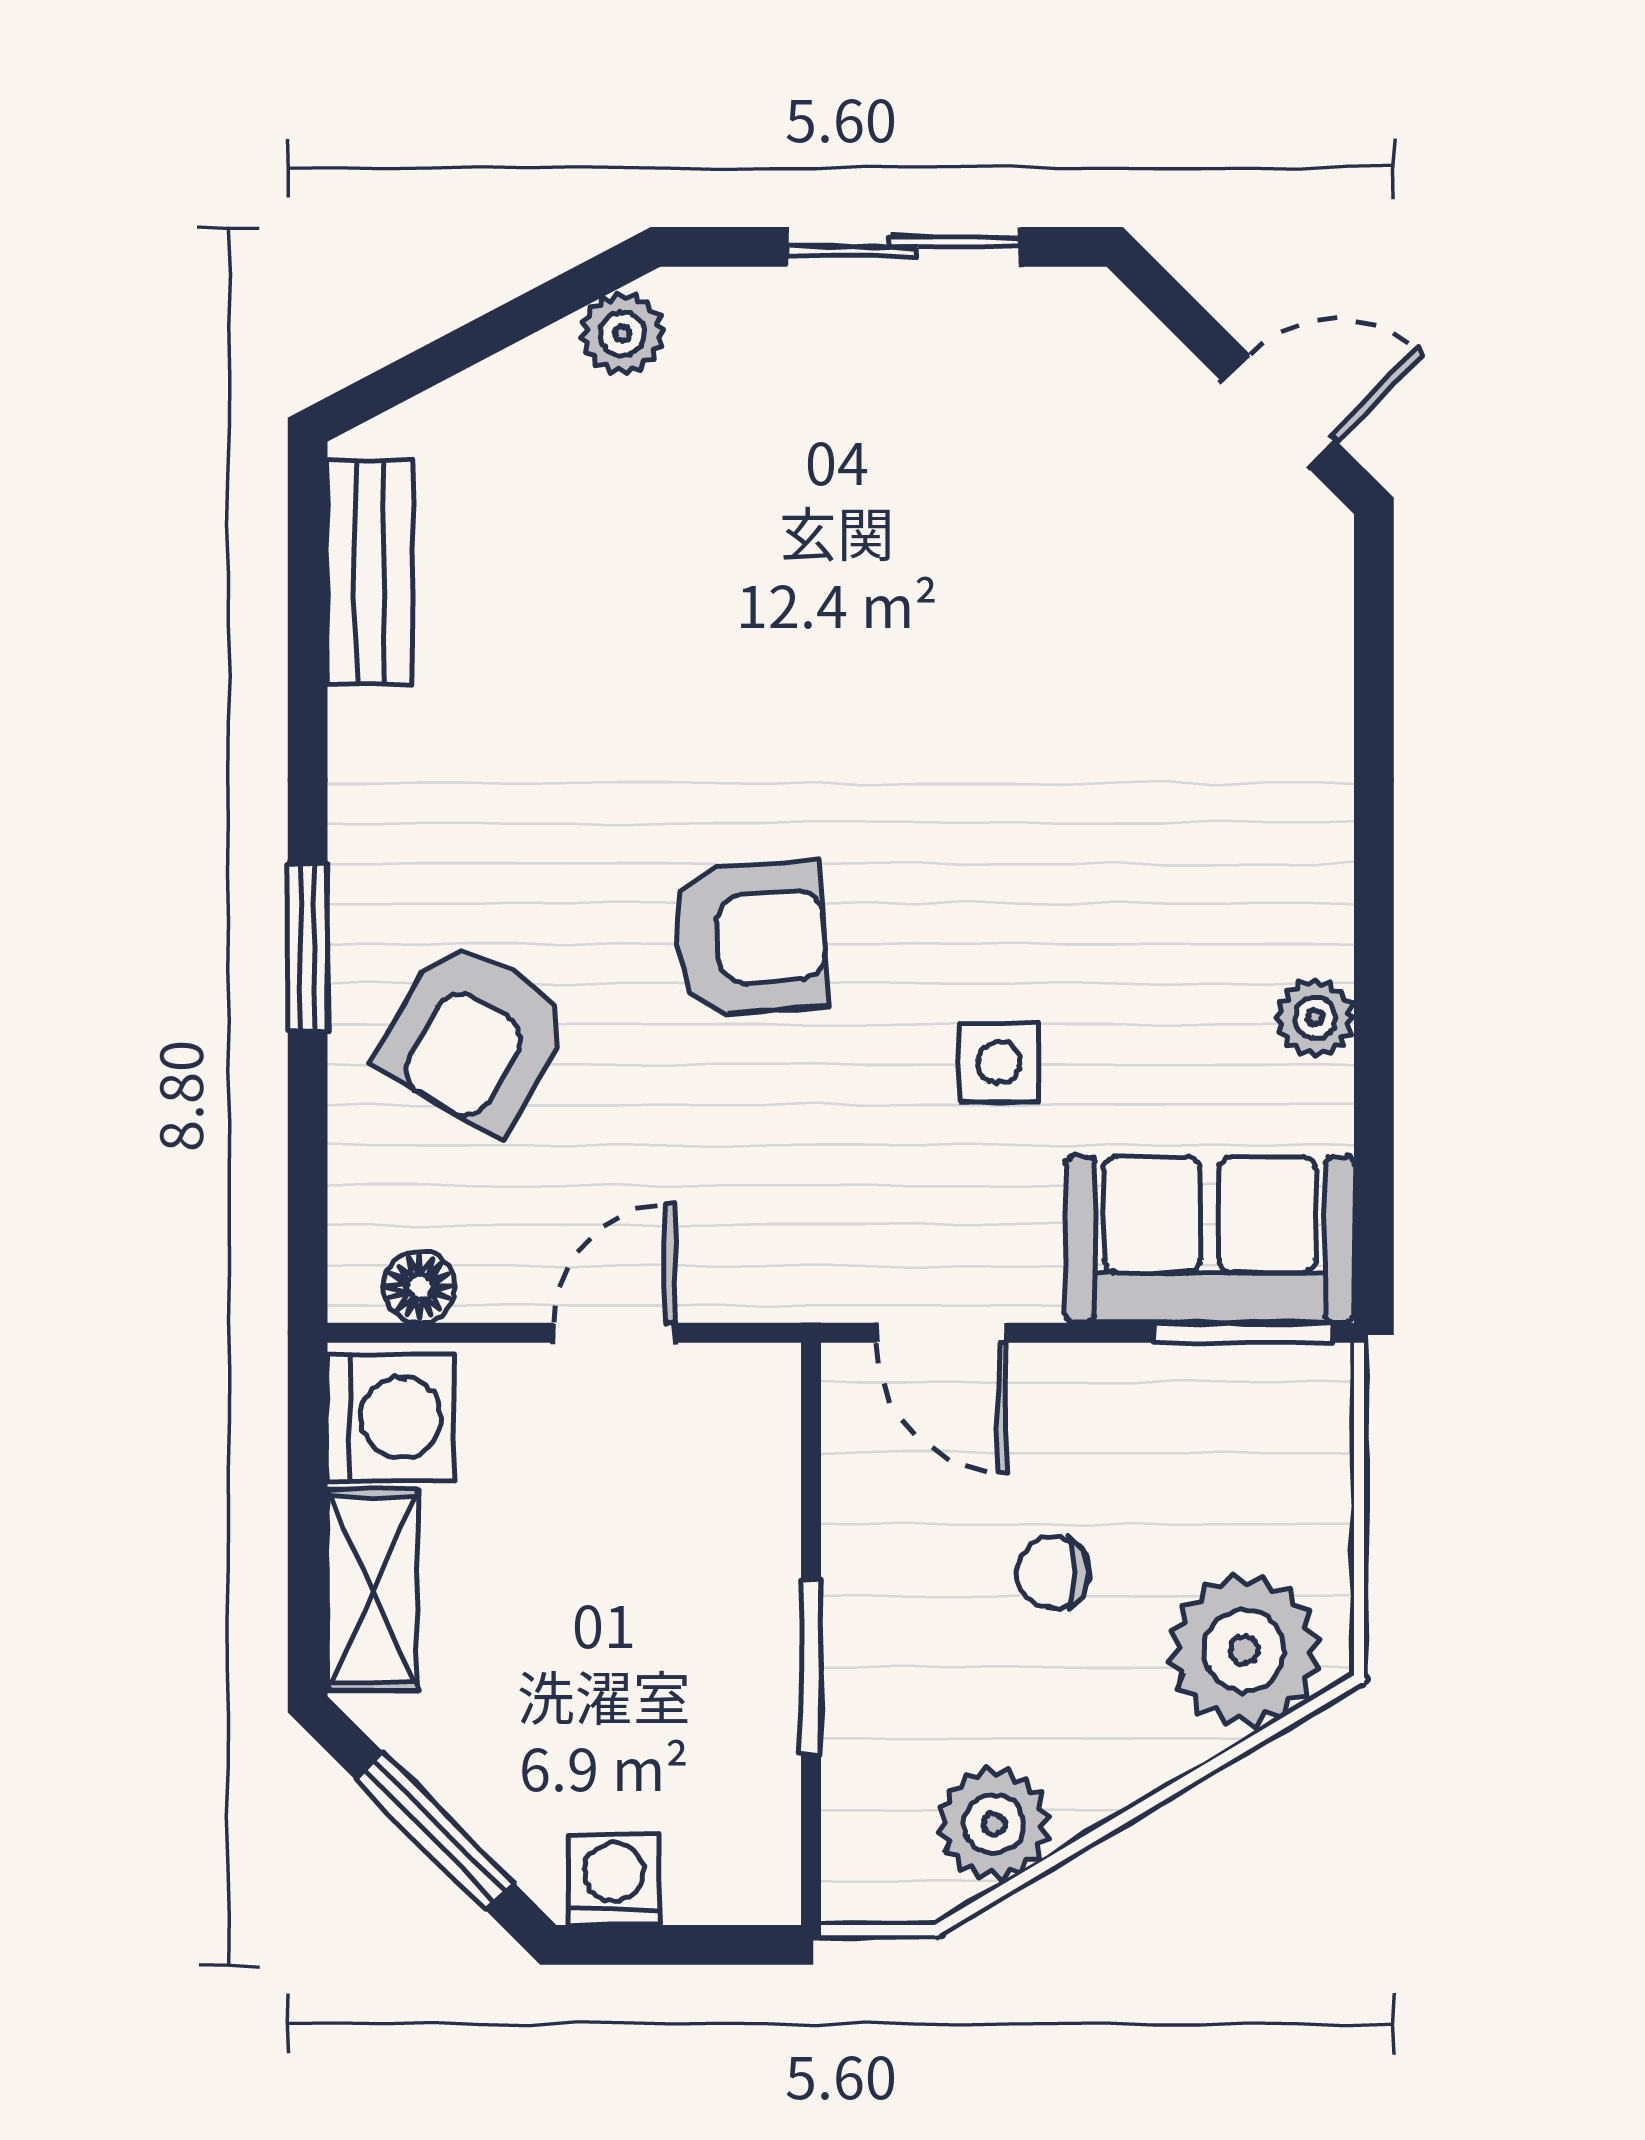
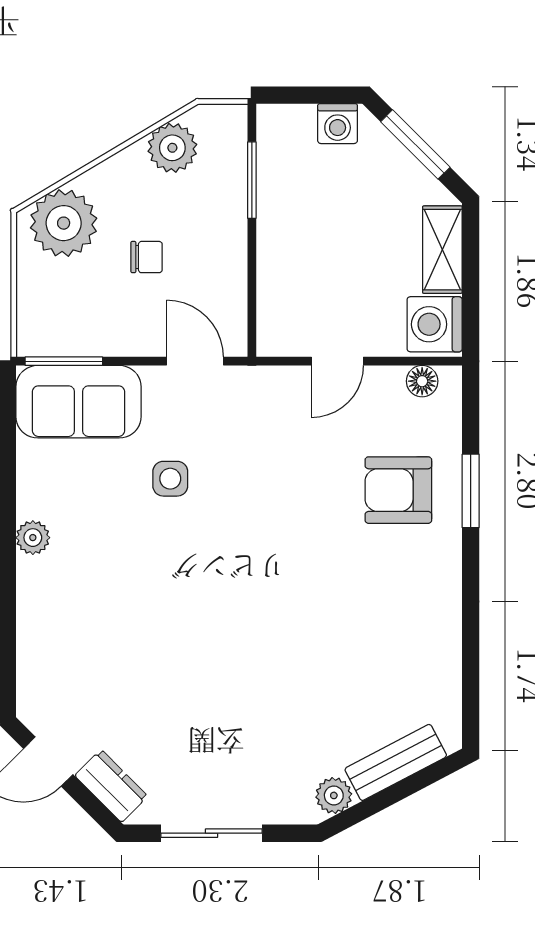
dresser: (1134, 356) -> (111, 786), added
bench: (370, 573) -> (396, 762), moved, turned 62
armchair: (751, 938) -> (278, 533), removed
window: (308, 947) -> (471, 491), moved
plant: (1315, 1018) -> (33, 538), moved
armchair: (474, 1036) -> (398, 490), turned -120
window: (811, 1667) -> (252, 180), moved

